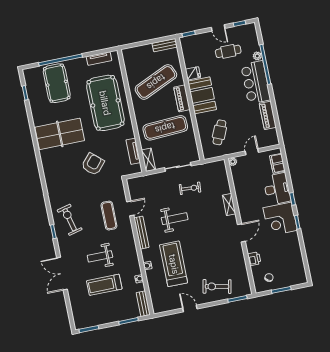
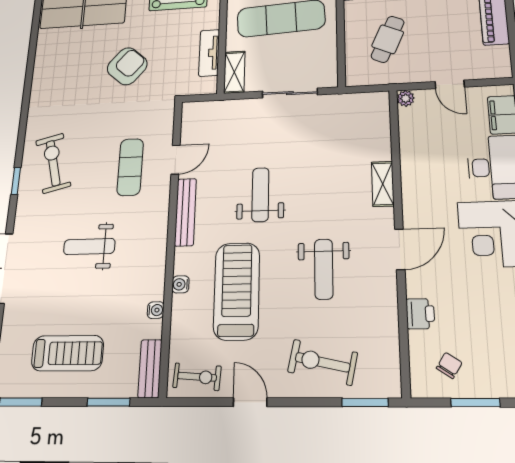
door: (252, 152) -> (450, 84), swing flipped
exercise bike: (190, 188) -> (197, 377), moved
weight bench: (175, 219) -> (260, 195), turned -90
weight bench: (210, 247) -> (324, 269), added
treadmill: (104, 285) -> (67, 353), moved, turned 180

